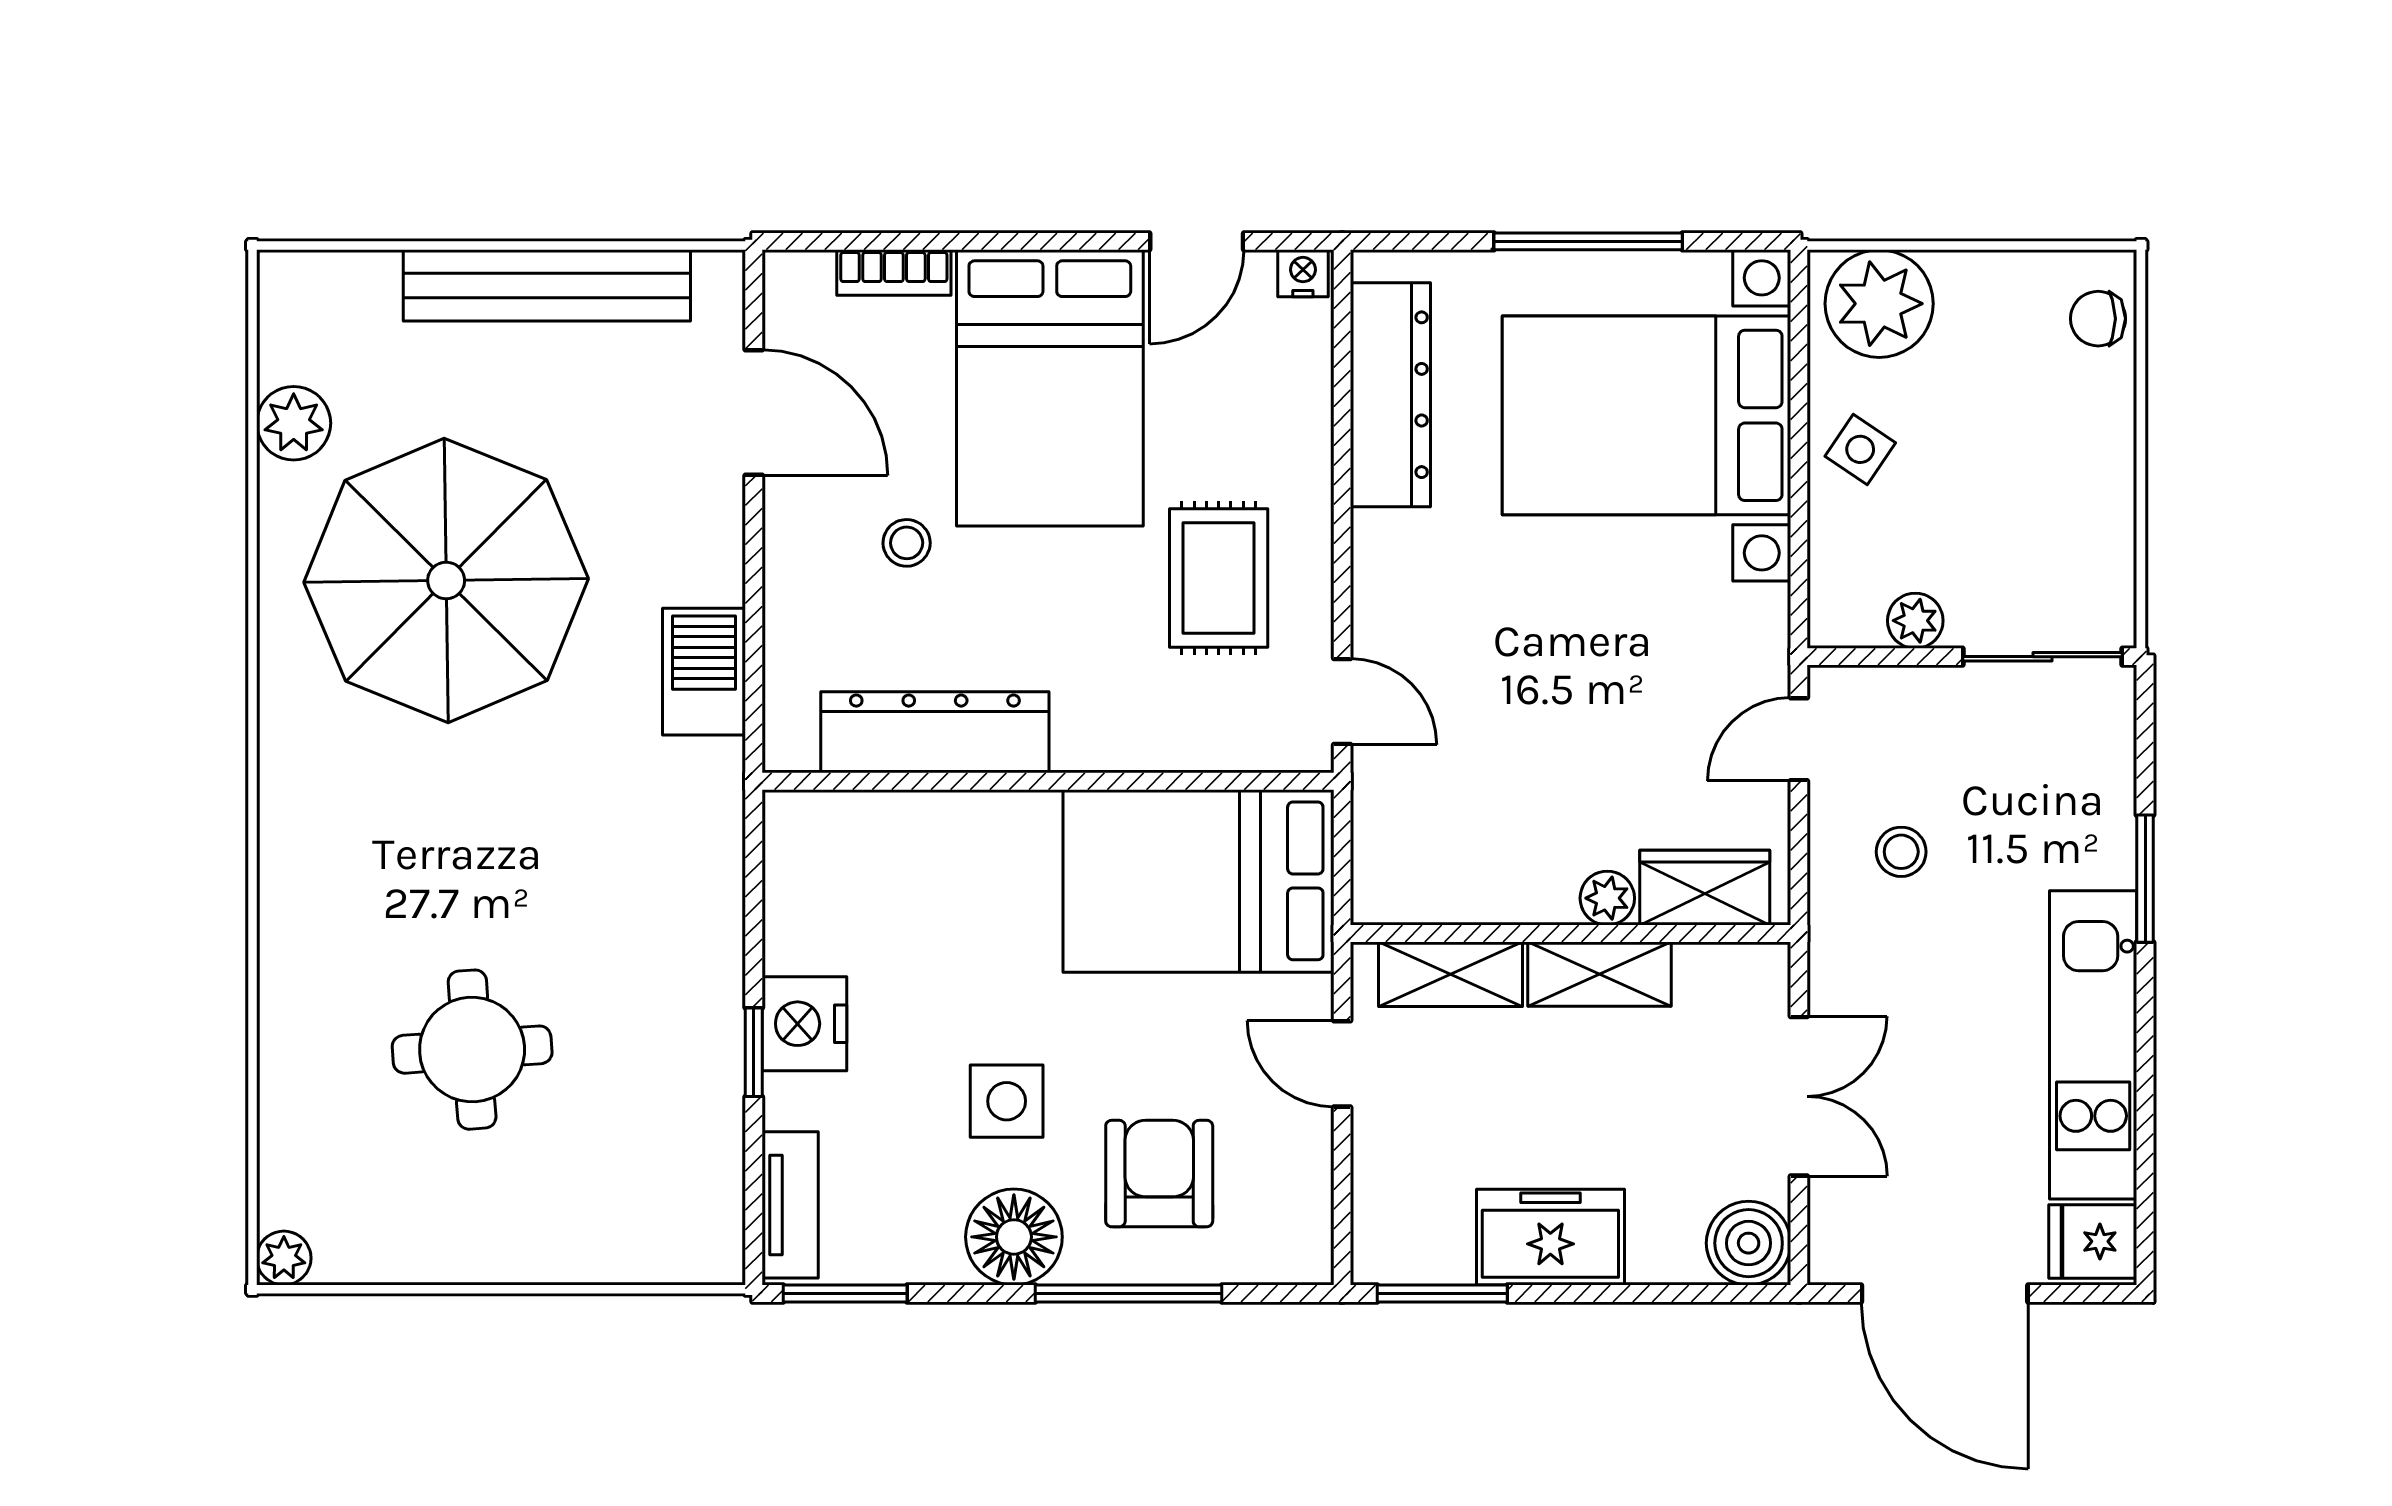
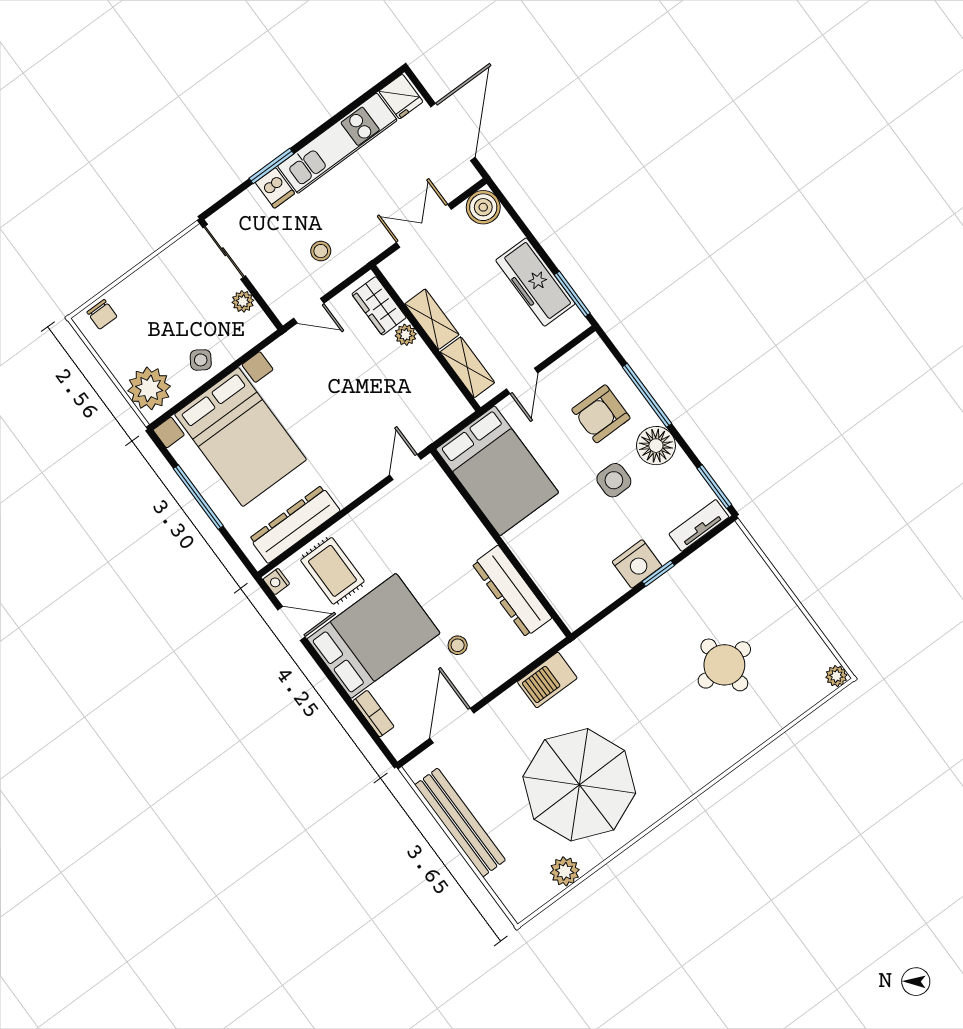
rug: (1219, 578) -> (332, 571), moved, turned 90
dishwasher: (2096, 853) -> (275, 188), added
freezer: (1550, 1237) -> (535, 282), width x1.40

